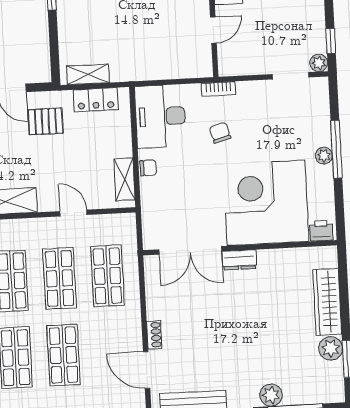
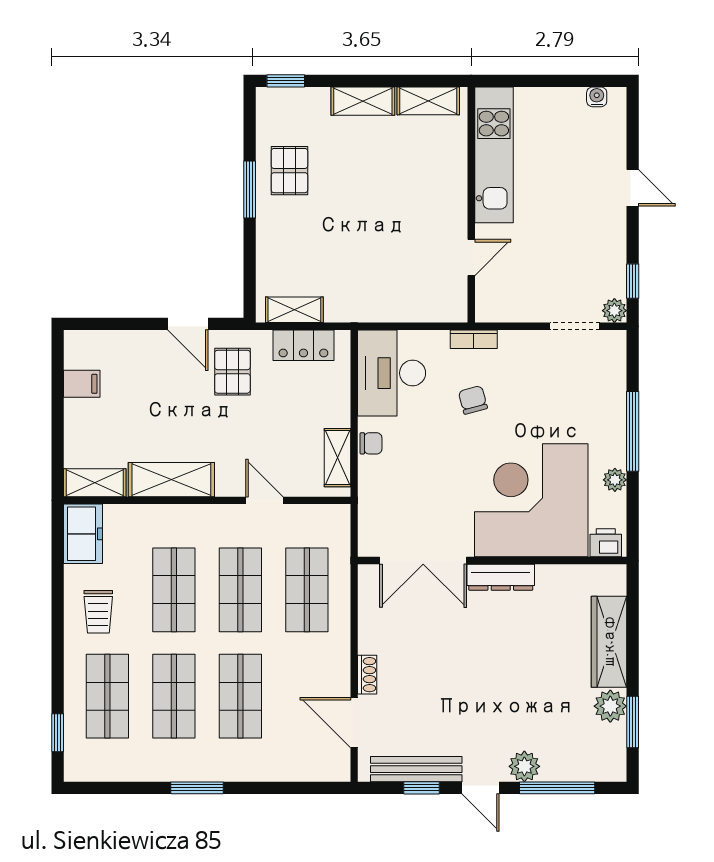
pallet: (46, 121) -> (232, 372), turned 90
plant: (324, 156) -> (615, 480), moved
dresser: (239, 260) -> (501, 577), width x1.44

